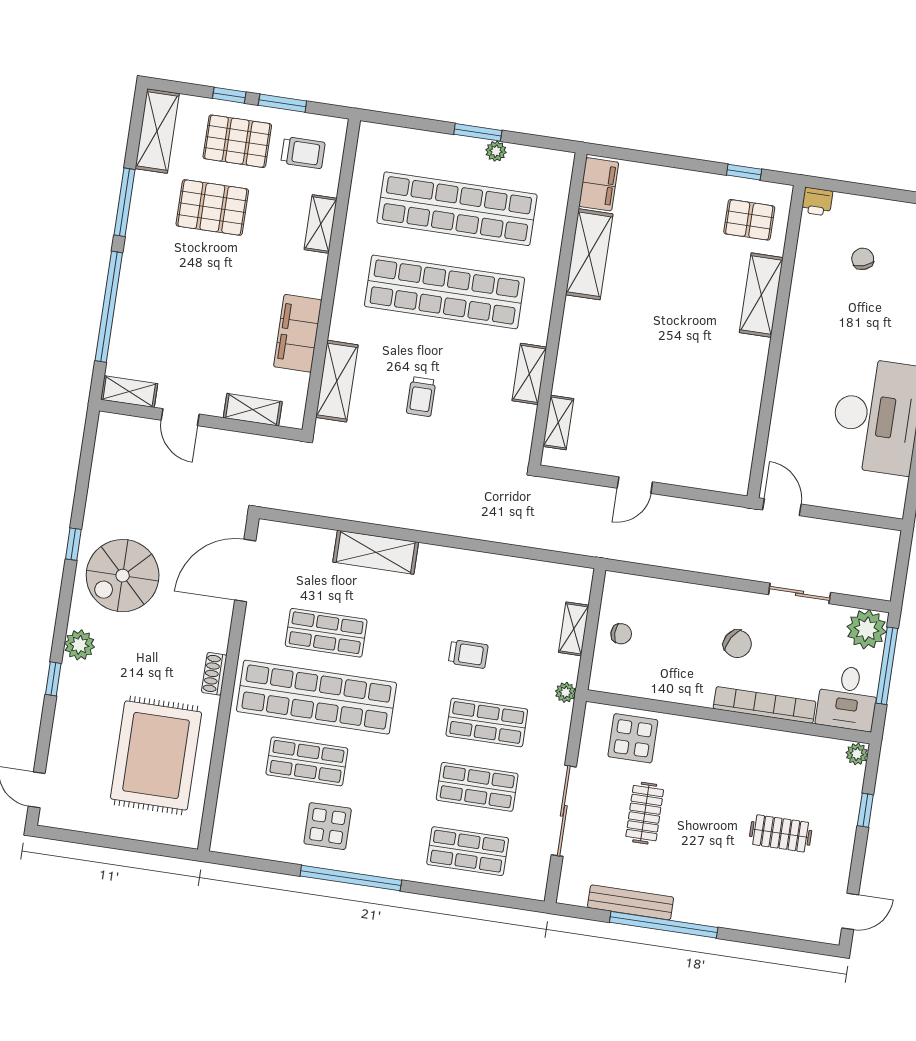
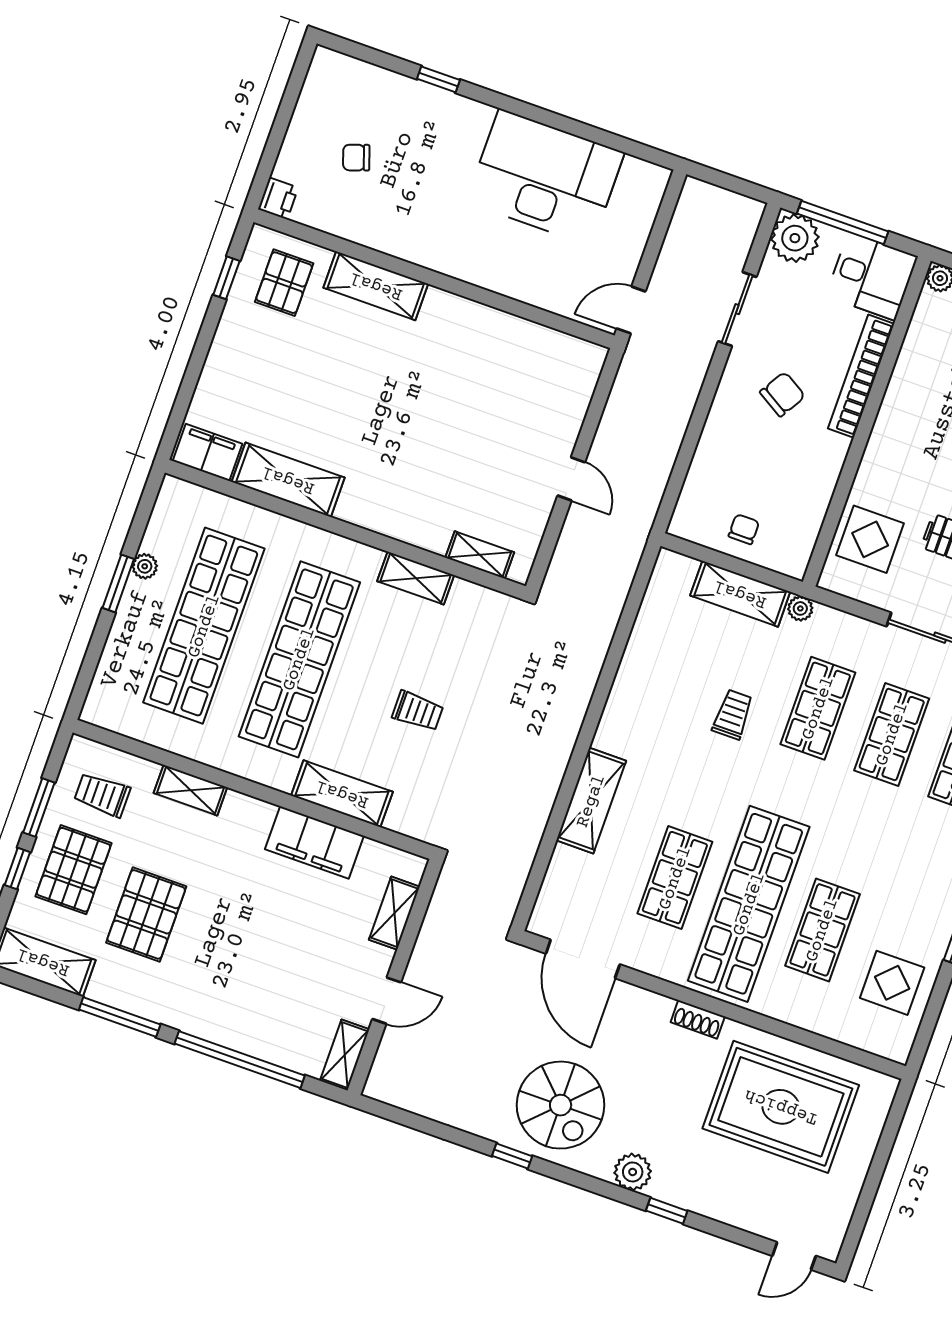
trolley: (303, 153) -> (102, 795), turned -90
shelving: (337, 381) -> (342, 794), moved
shelving: (574, 629) -> (740, 594), width x1.50, depth x1.33
display table: (328, 826) -> (892, 983), moved

